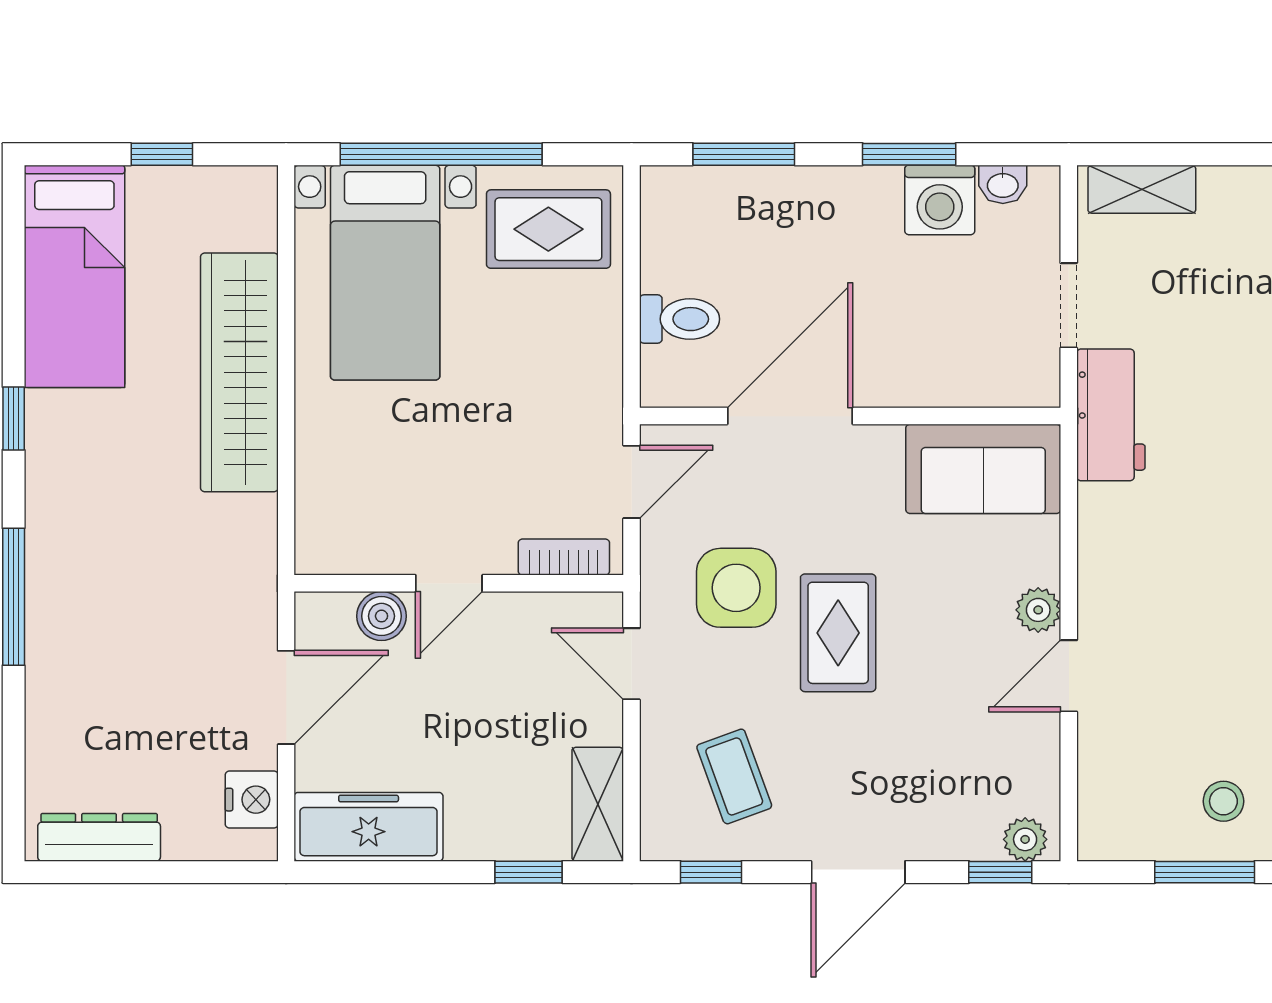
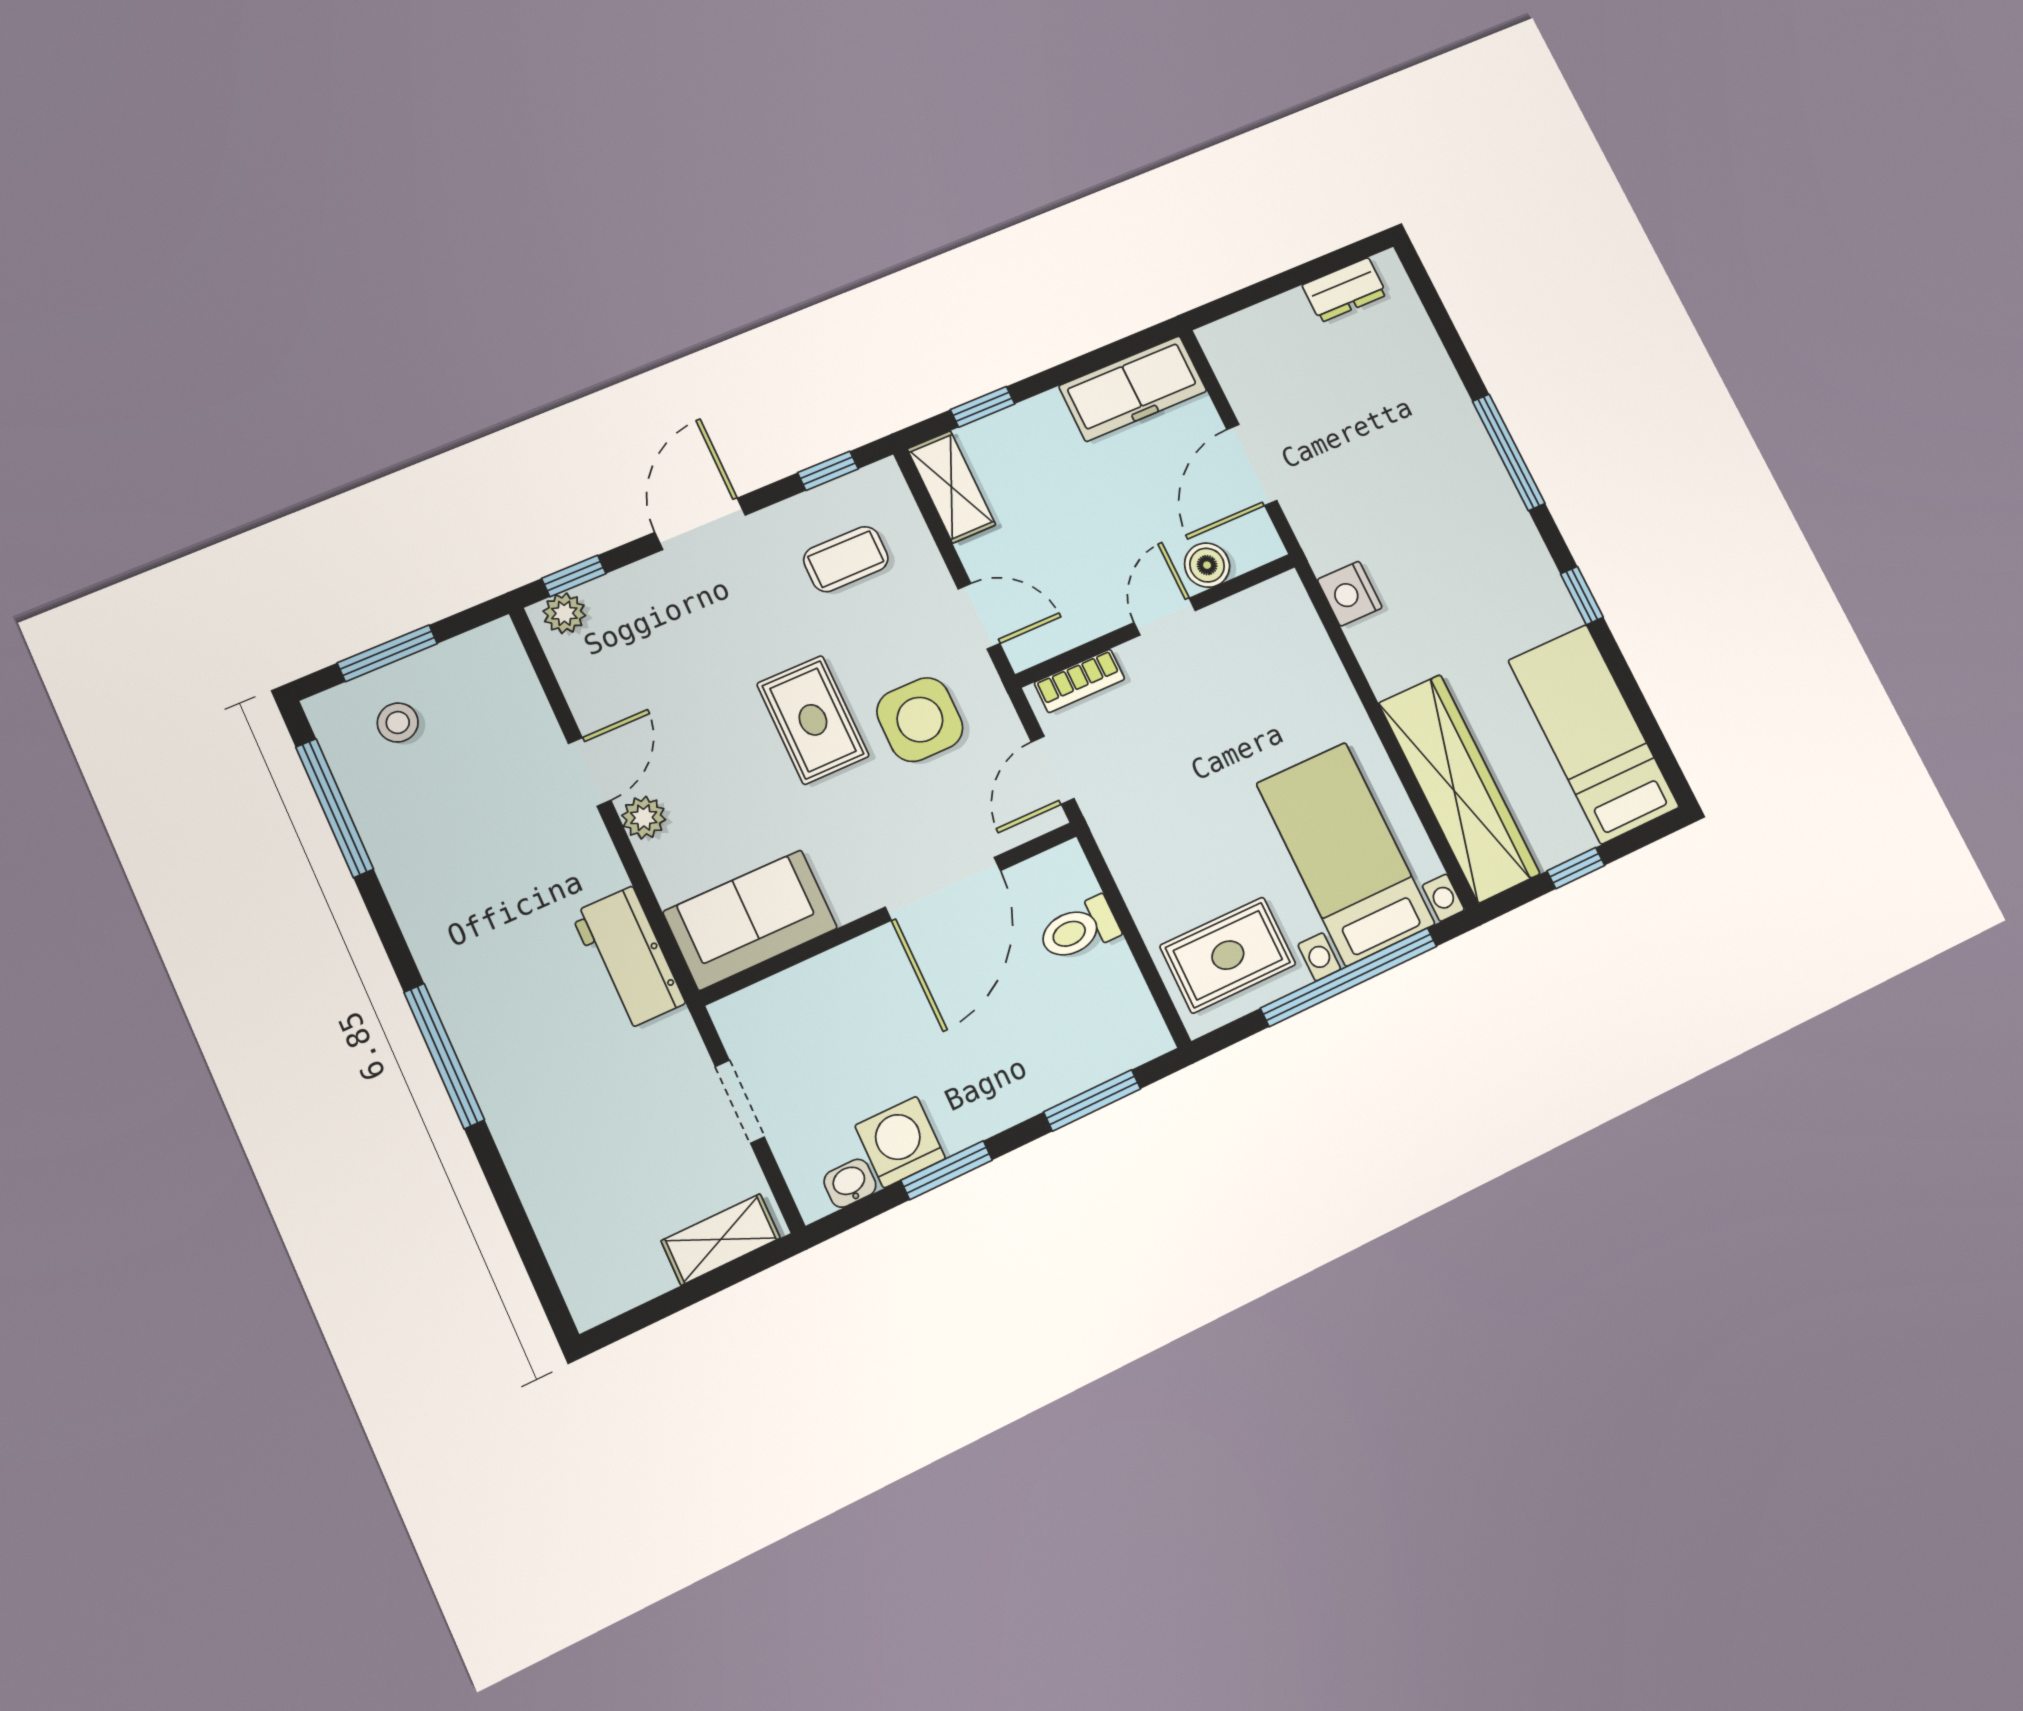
wardrobe: (239, 372) -> (1459, 788), moved
workbench: (1111, 415) -> (628, 958), moved
coffee table: (734, 776) -> (846, 559), turned -70
nightstand: (252, 800) -> (1350, 594), moved
dresser: (99, 837) -> (1345, 290), width x0.70

